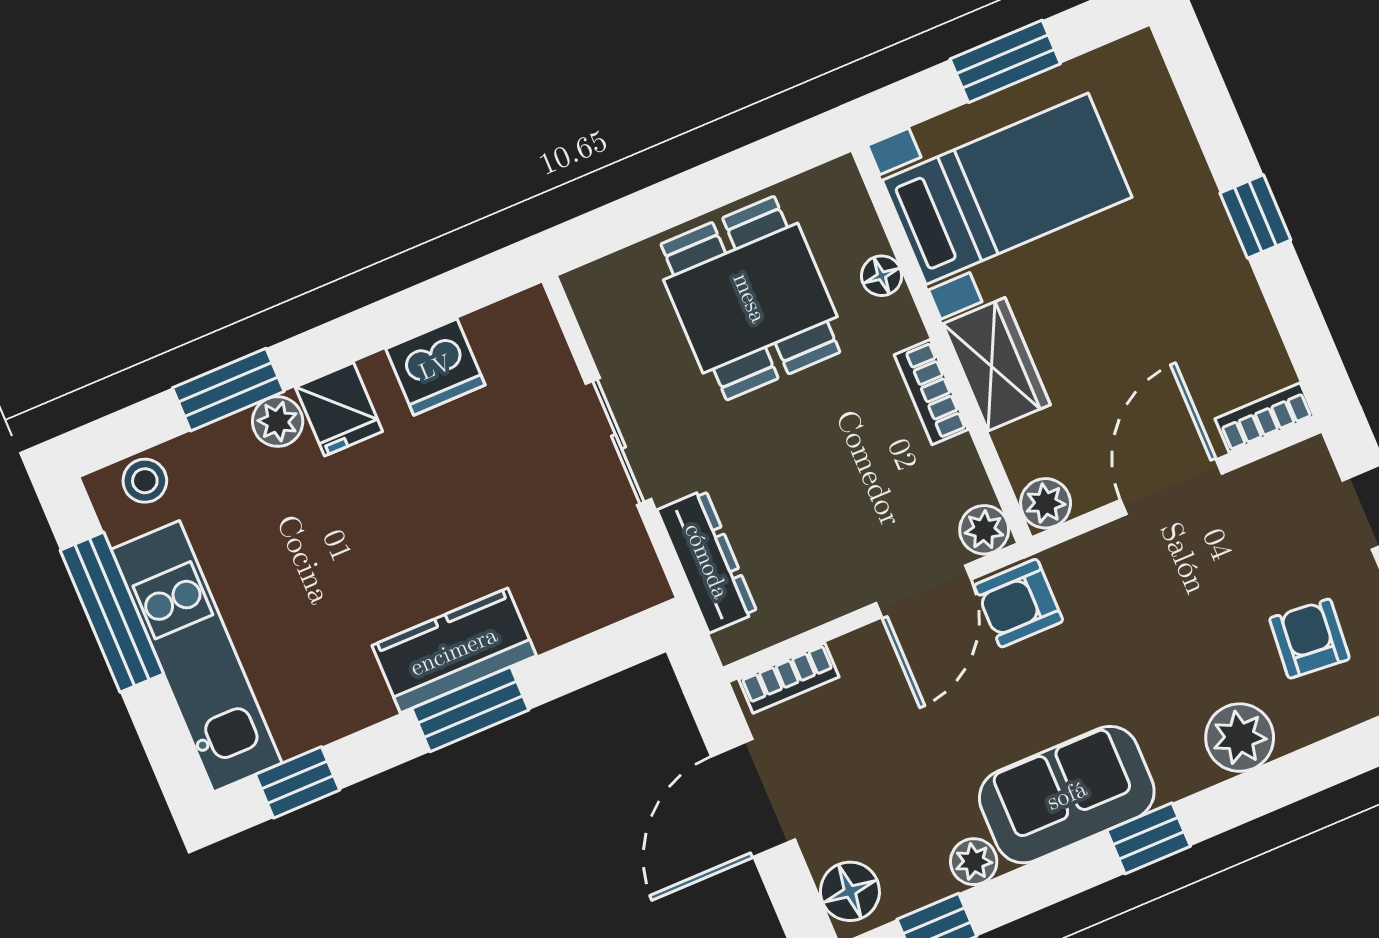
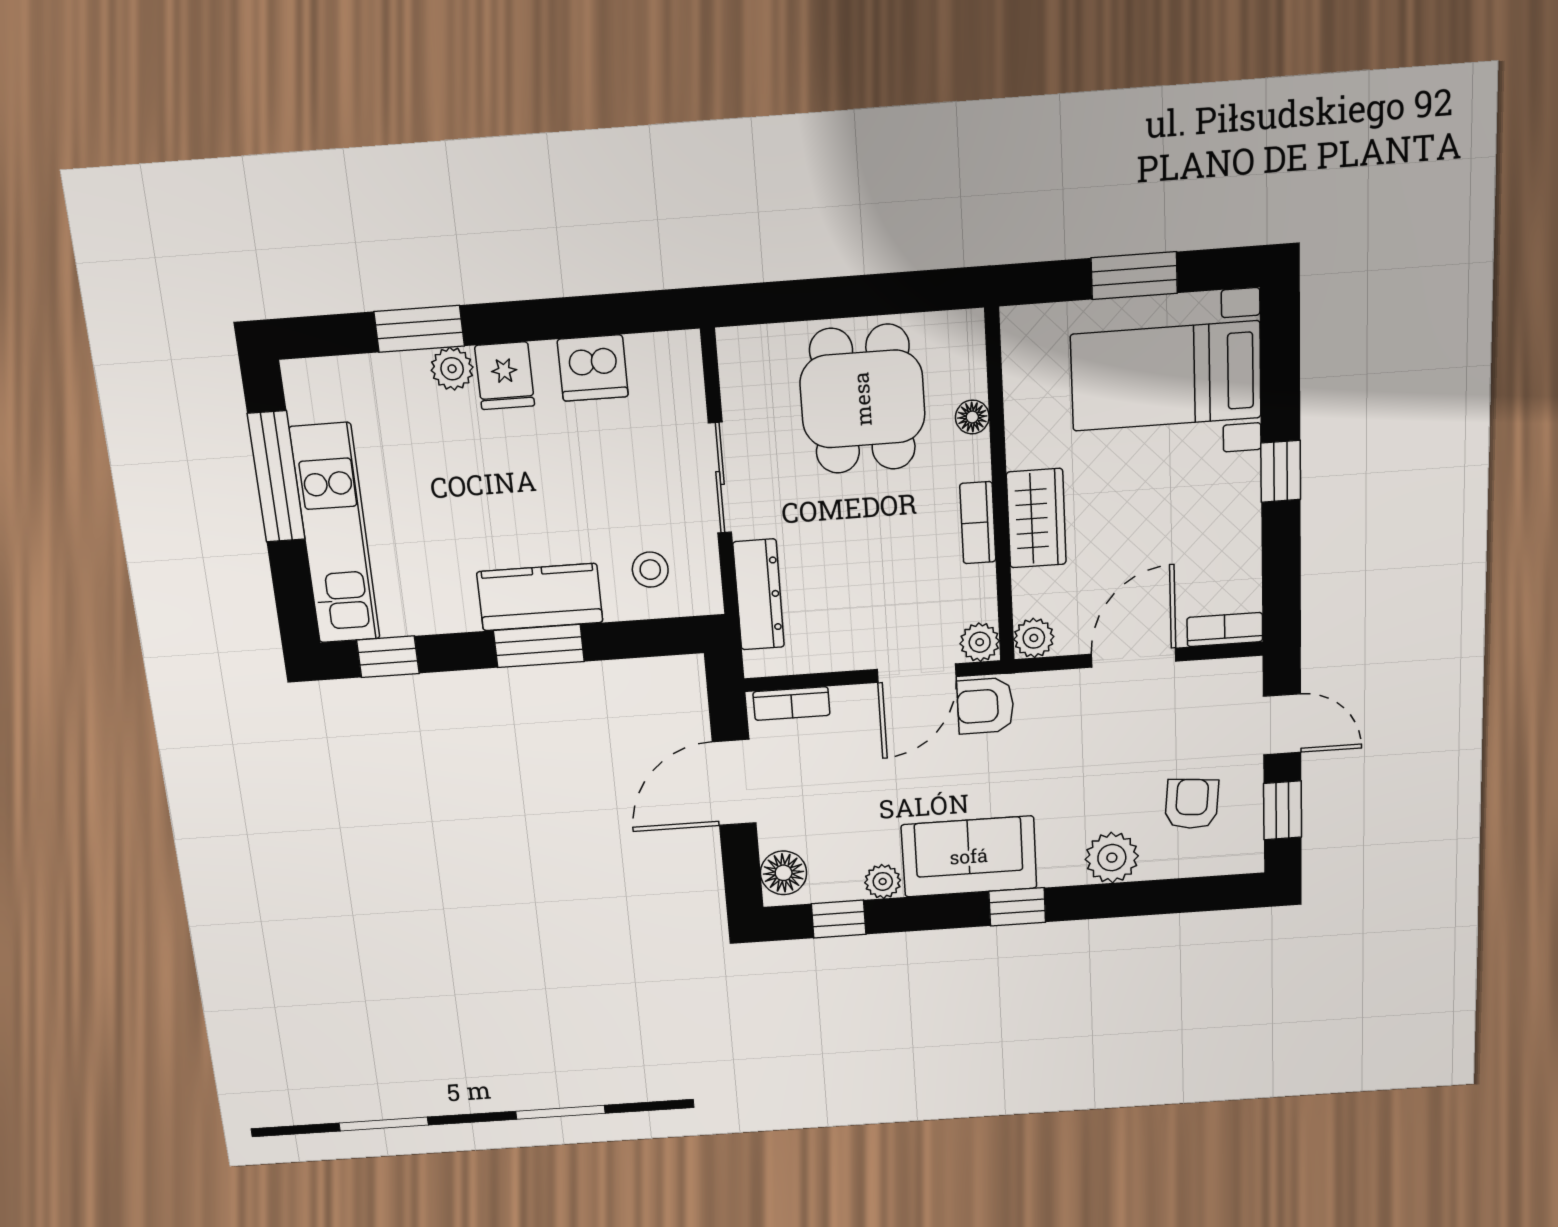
bed with nightstands: (1007, 189) -> (1166, 376), moved, turned 180
stool: (145, 481) -> (650, 570), moved

